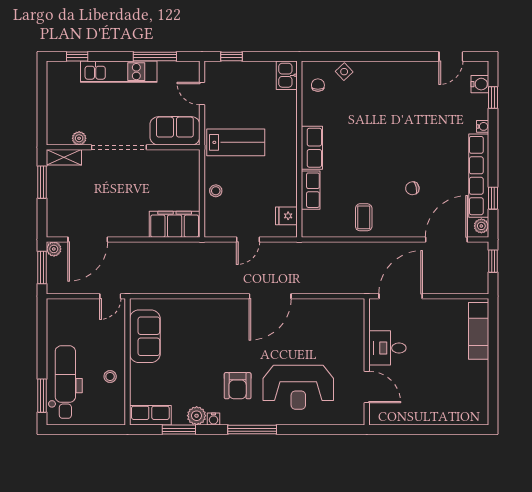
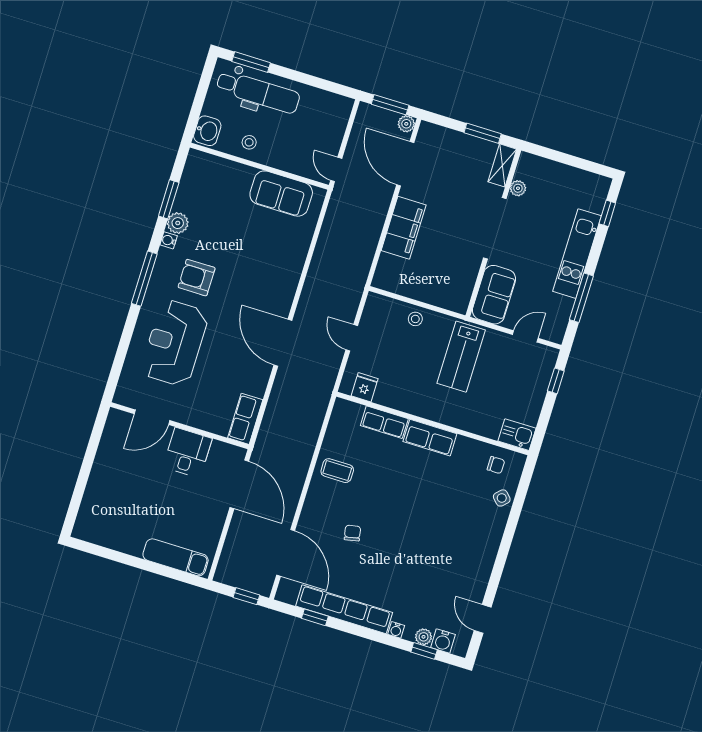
filing cabinet: (175, 224) -> (404, 228), moved
plant: (481, 226) -> (424, 637), moved
washbasin: (111, 415) -> (207, 131), added
row of seats: (150, 415) -> (245, 419), moved, turned 180

